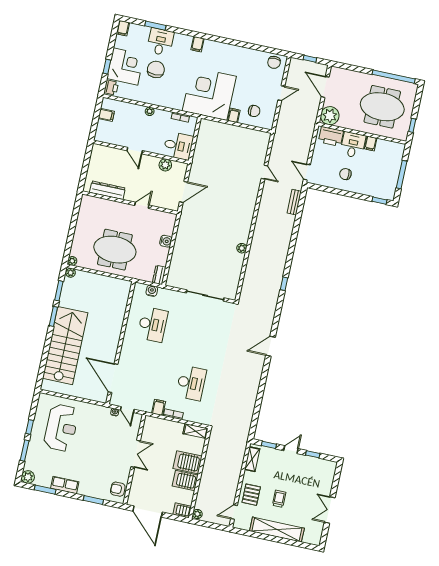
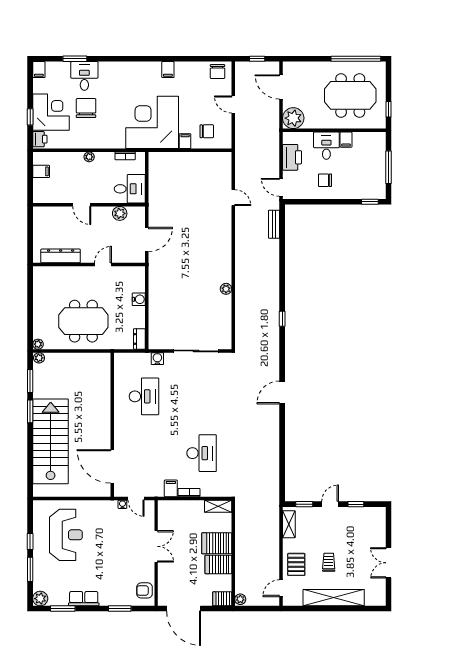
filing cabinet: (197, 44) -> (168, 70), moved
door: (281, 93) -> (233, 105), swing flipped
printer: (331, 136) -> (292, 157), moved, turned -90
water cooler: (152, 291) -> (157, 359), moved

